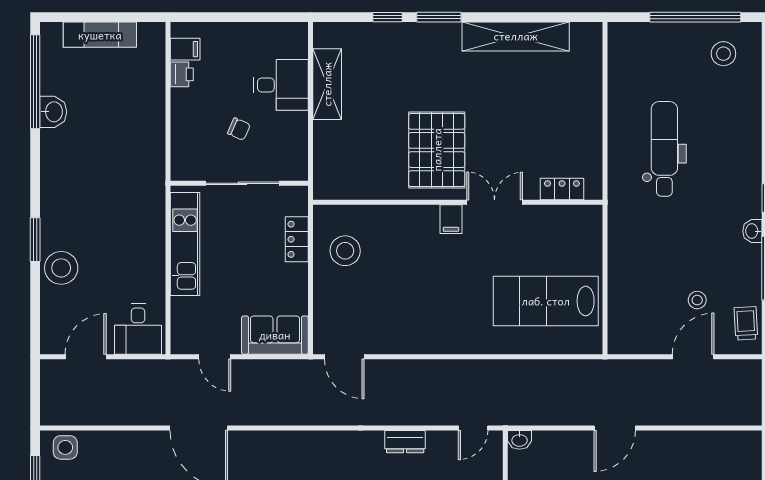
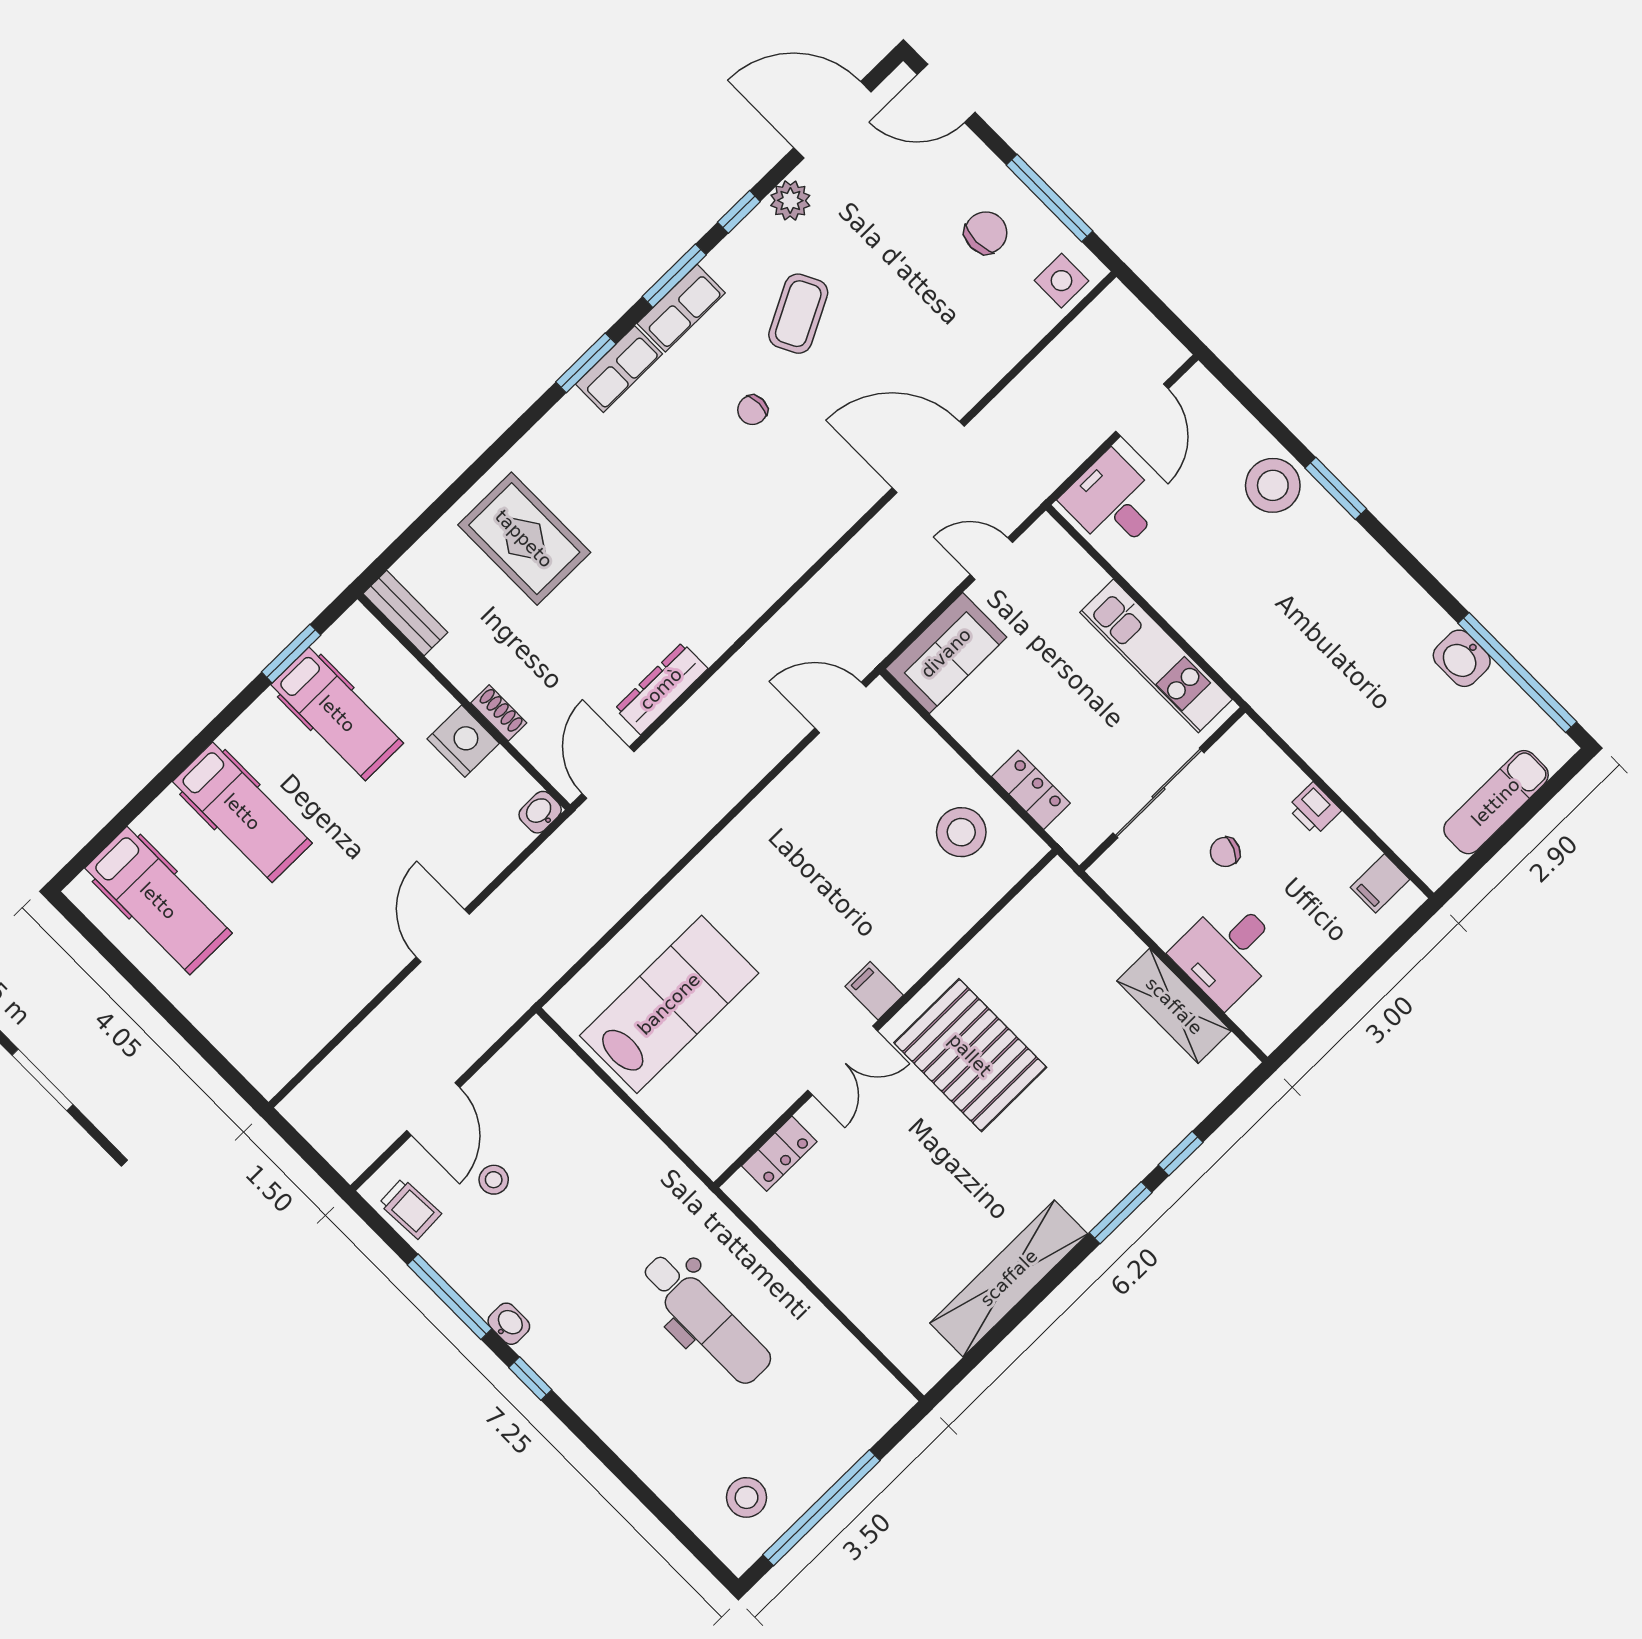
printer: (182, 74) -> (1314, 809), moved
door: (473, 428) -> (608, 773), width x1.38
dresser: (405, 442) -> (661, 689), width x1.44

